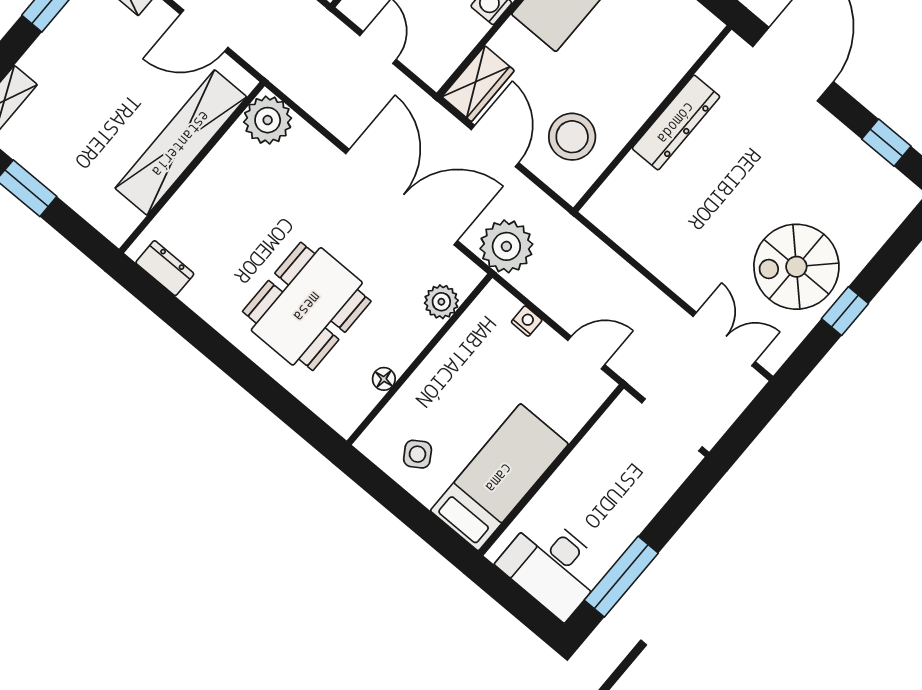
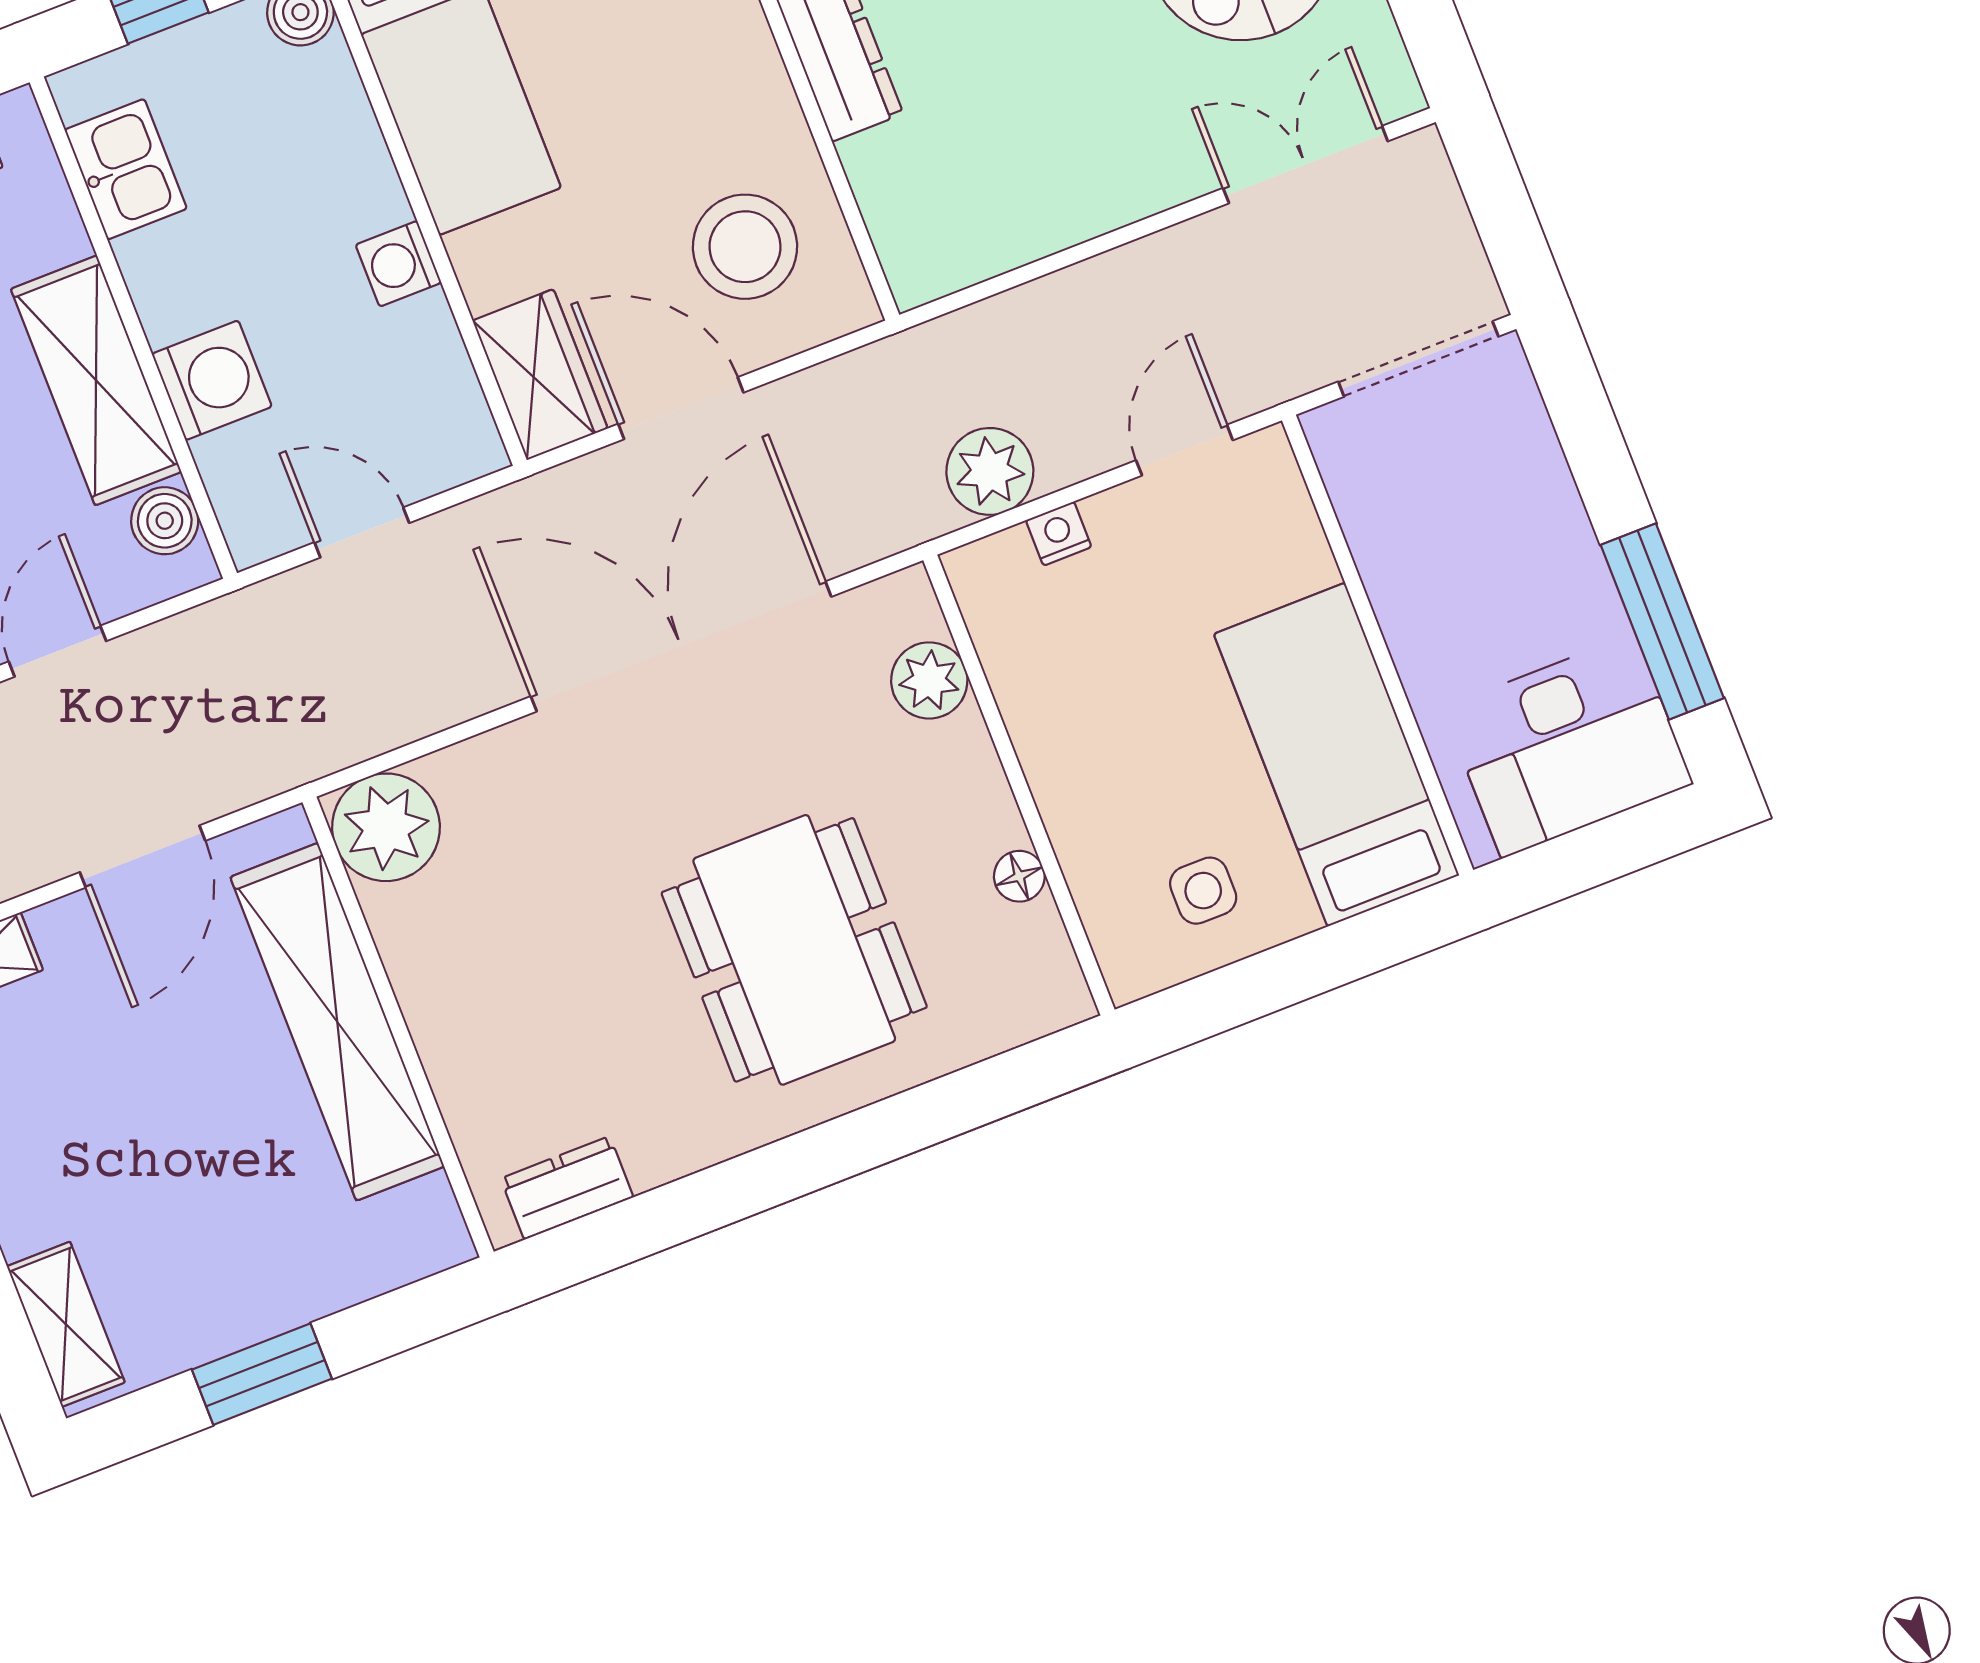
plant: (506, 246) -> (990, 471), moved, width x0.73, depth x0.73
side table: (418, 454) -> (1203, 891), turned 33

